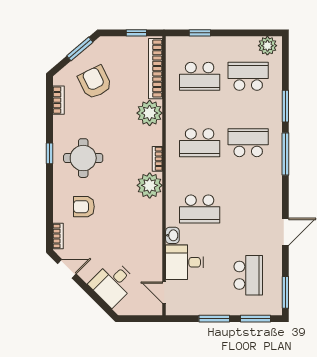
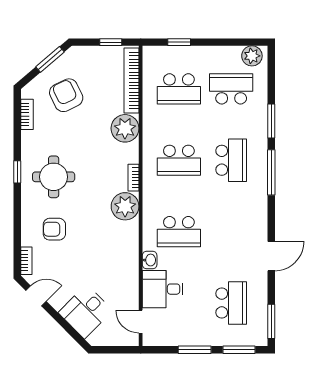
school desk: (248, 143) -> (231, 160), turned 90

